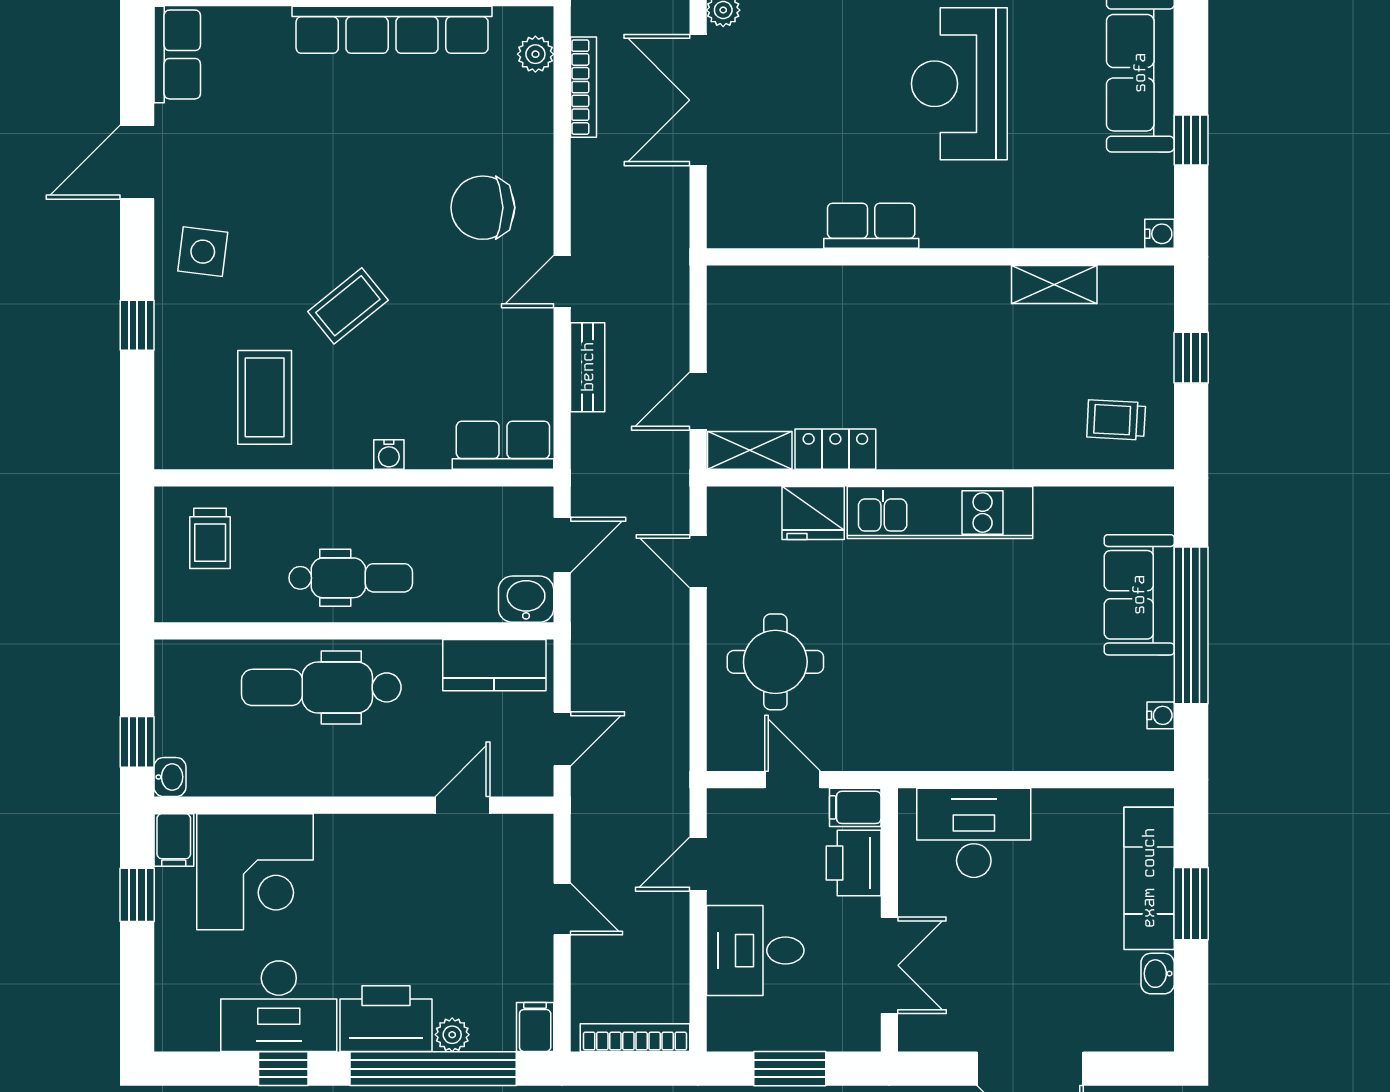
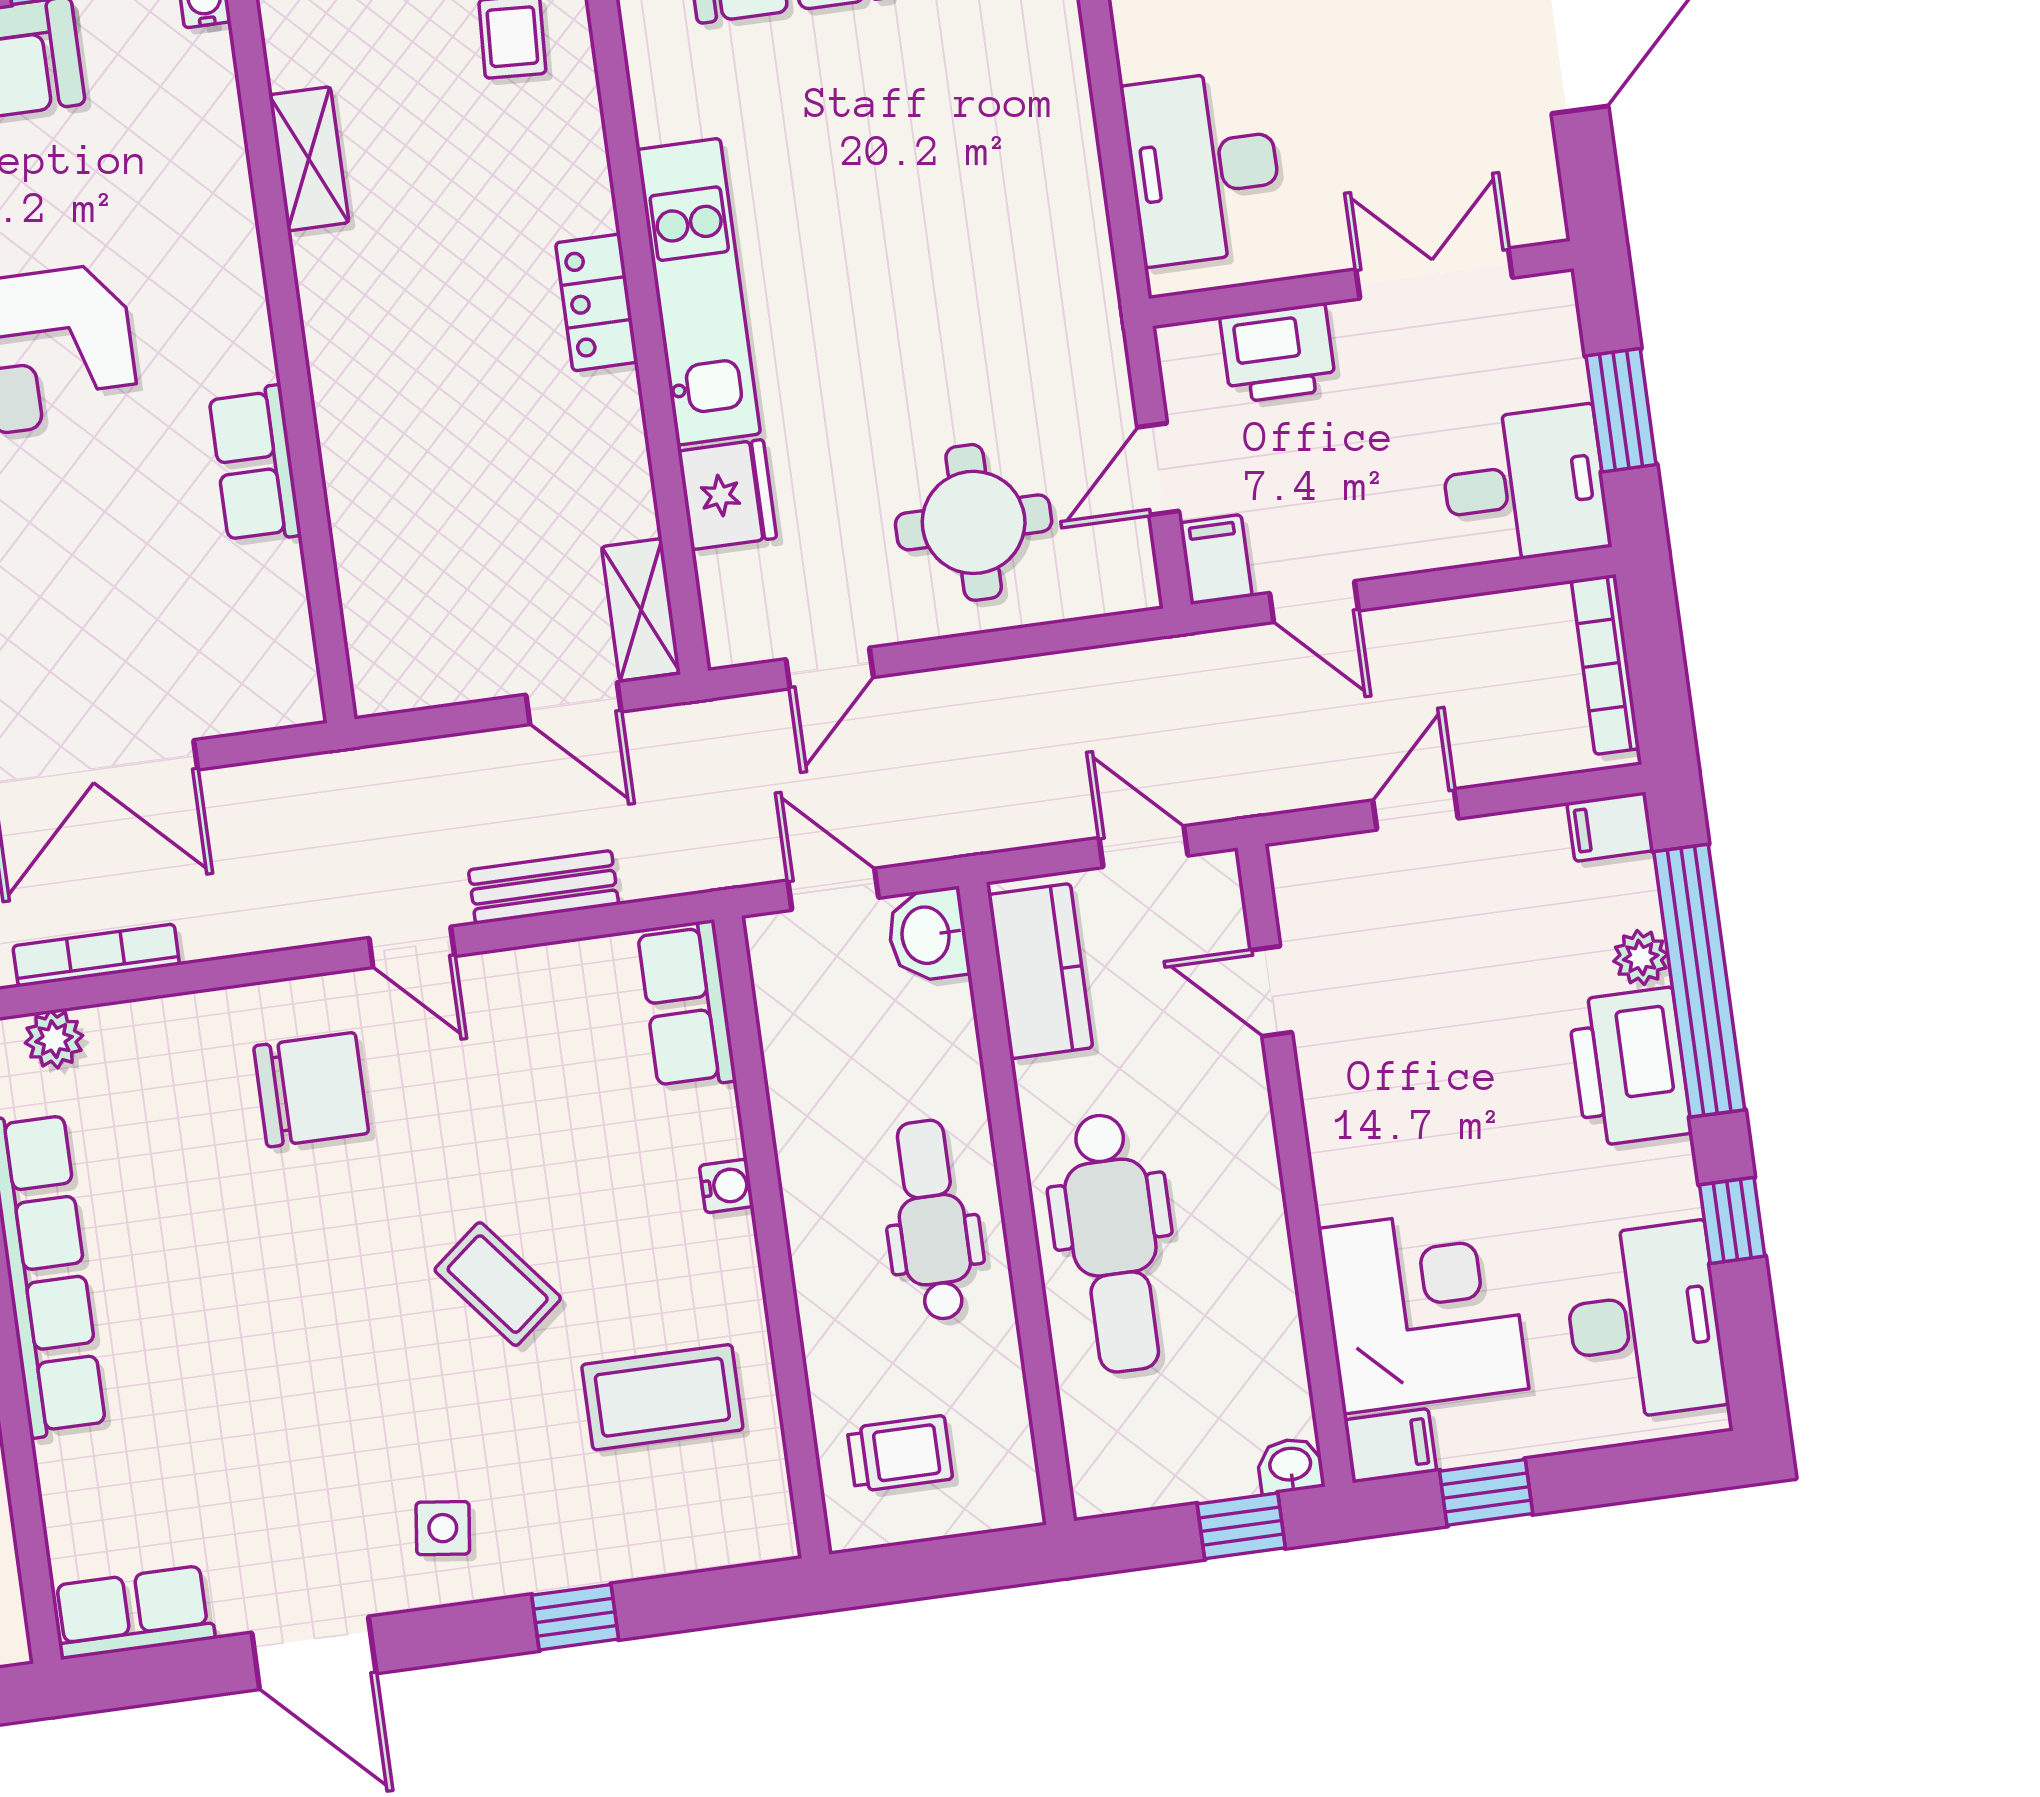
chair: (483, 208) -> (311, 1090), turned -90
side table: (203, 252) -> (443, 1528), width x0.73, depth x0.73
locker: (835, 449) -> (597, 302), moved
filing cabinet: (855, 807) -> (1216, 560), moved, turned 180
desk: (755, 951) -> (1524, 486), moved, turned -90
desk: (279, 1006) -> (1644, 1322), moved

